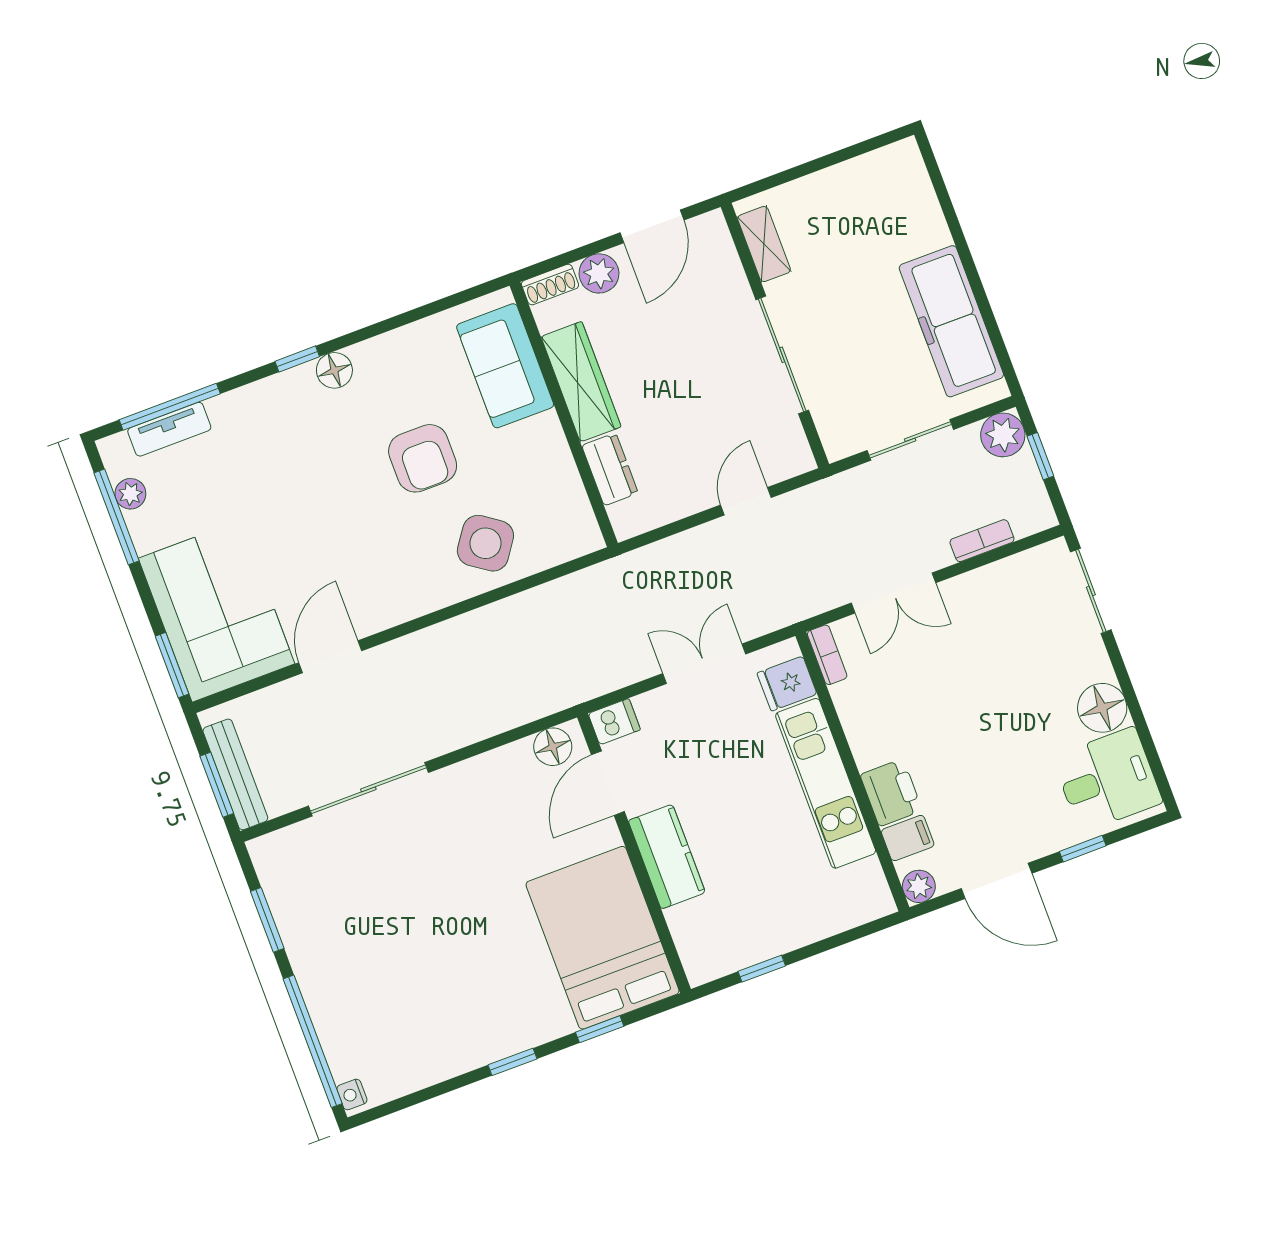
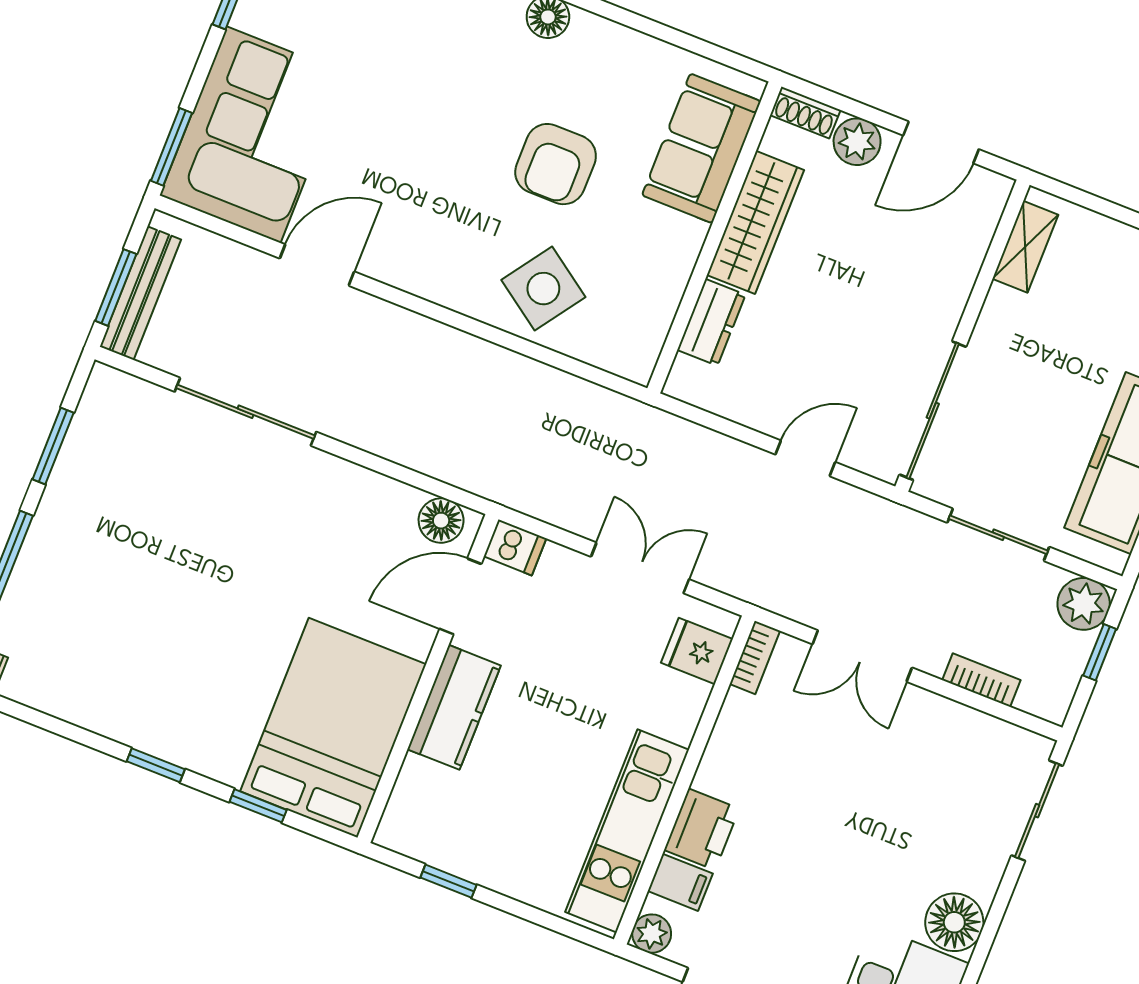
sliding door: (782, 355) -> (933, 411), moved
kitchen unit: (826, 783) -> (627, 831), moved

